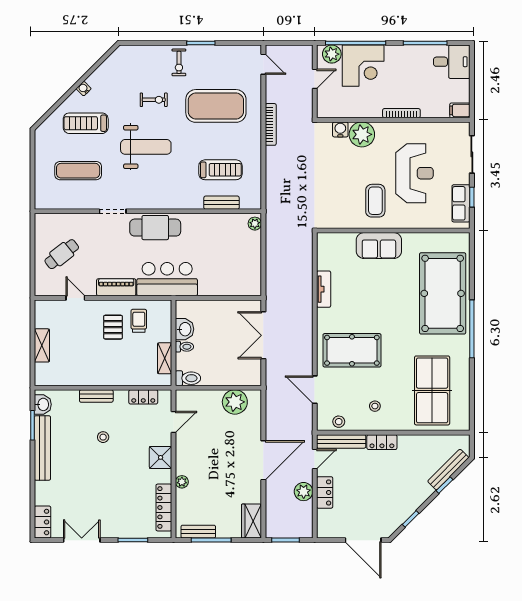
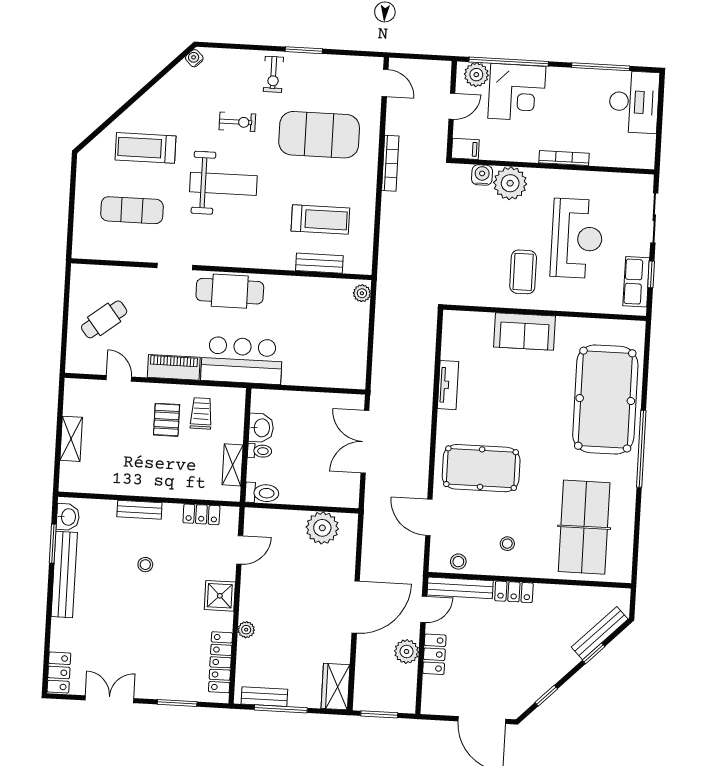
desk: (452, 62) -> (634, 102), width x1.37
water cooler: (84, 89) -> (194, 58), moved
filing cabinet: (460, 110) -> (465, 149), moved, turned 180

